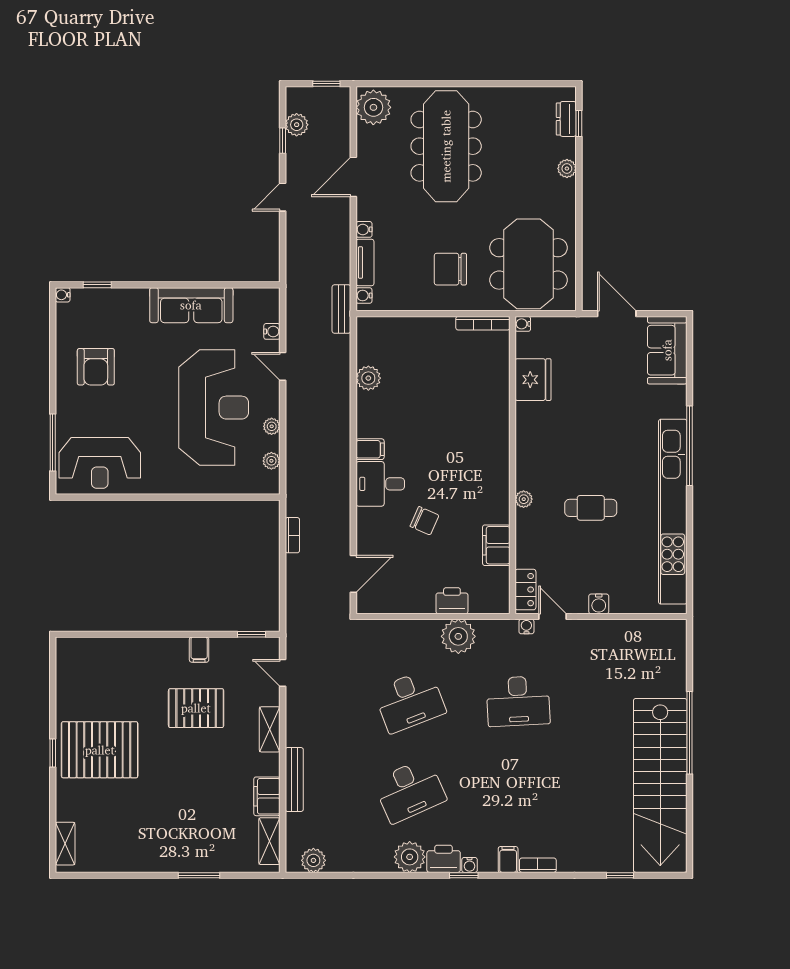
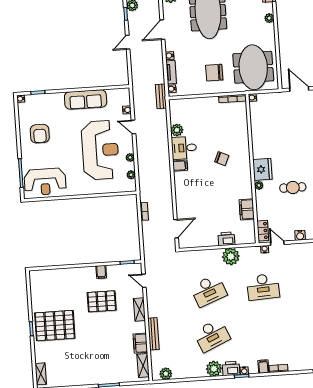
fridge: (533, 380) -> (262, 169), moved
desk: (380, 484) -> (184, 148), moved
chair: (425, 521) -> (222, 159), moved

